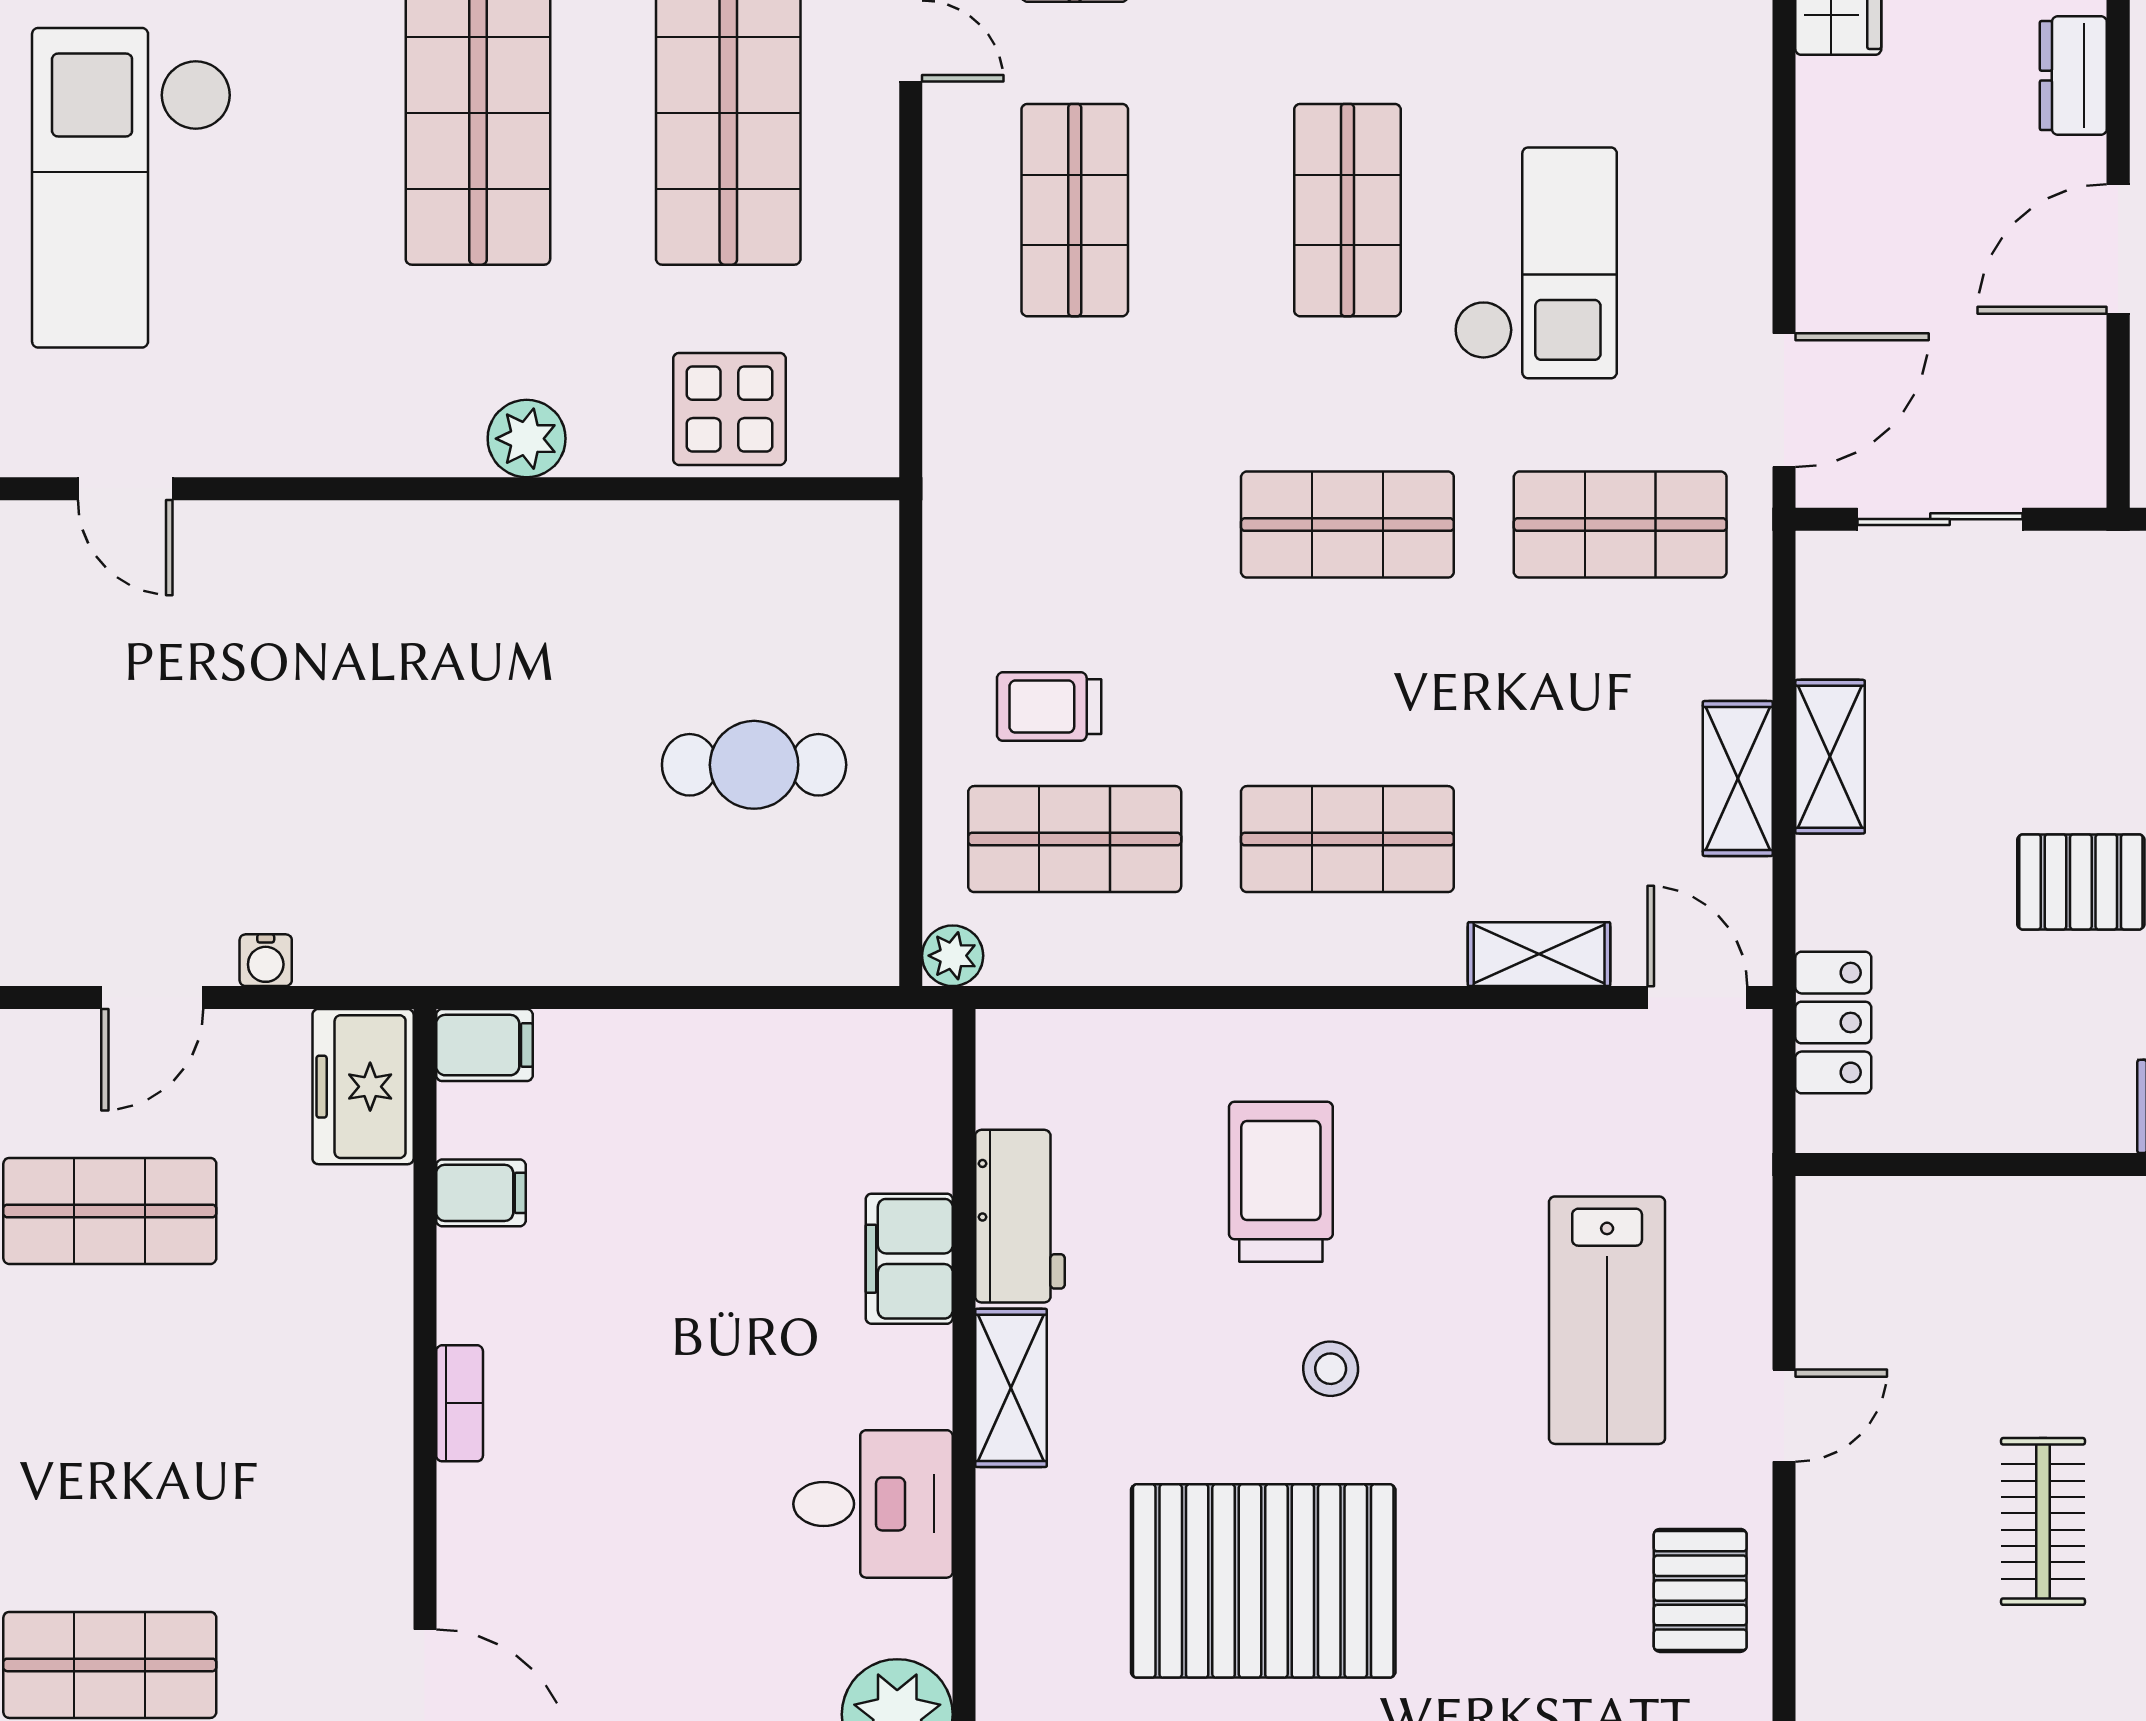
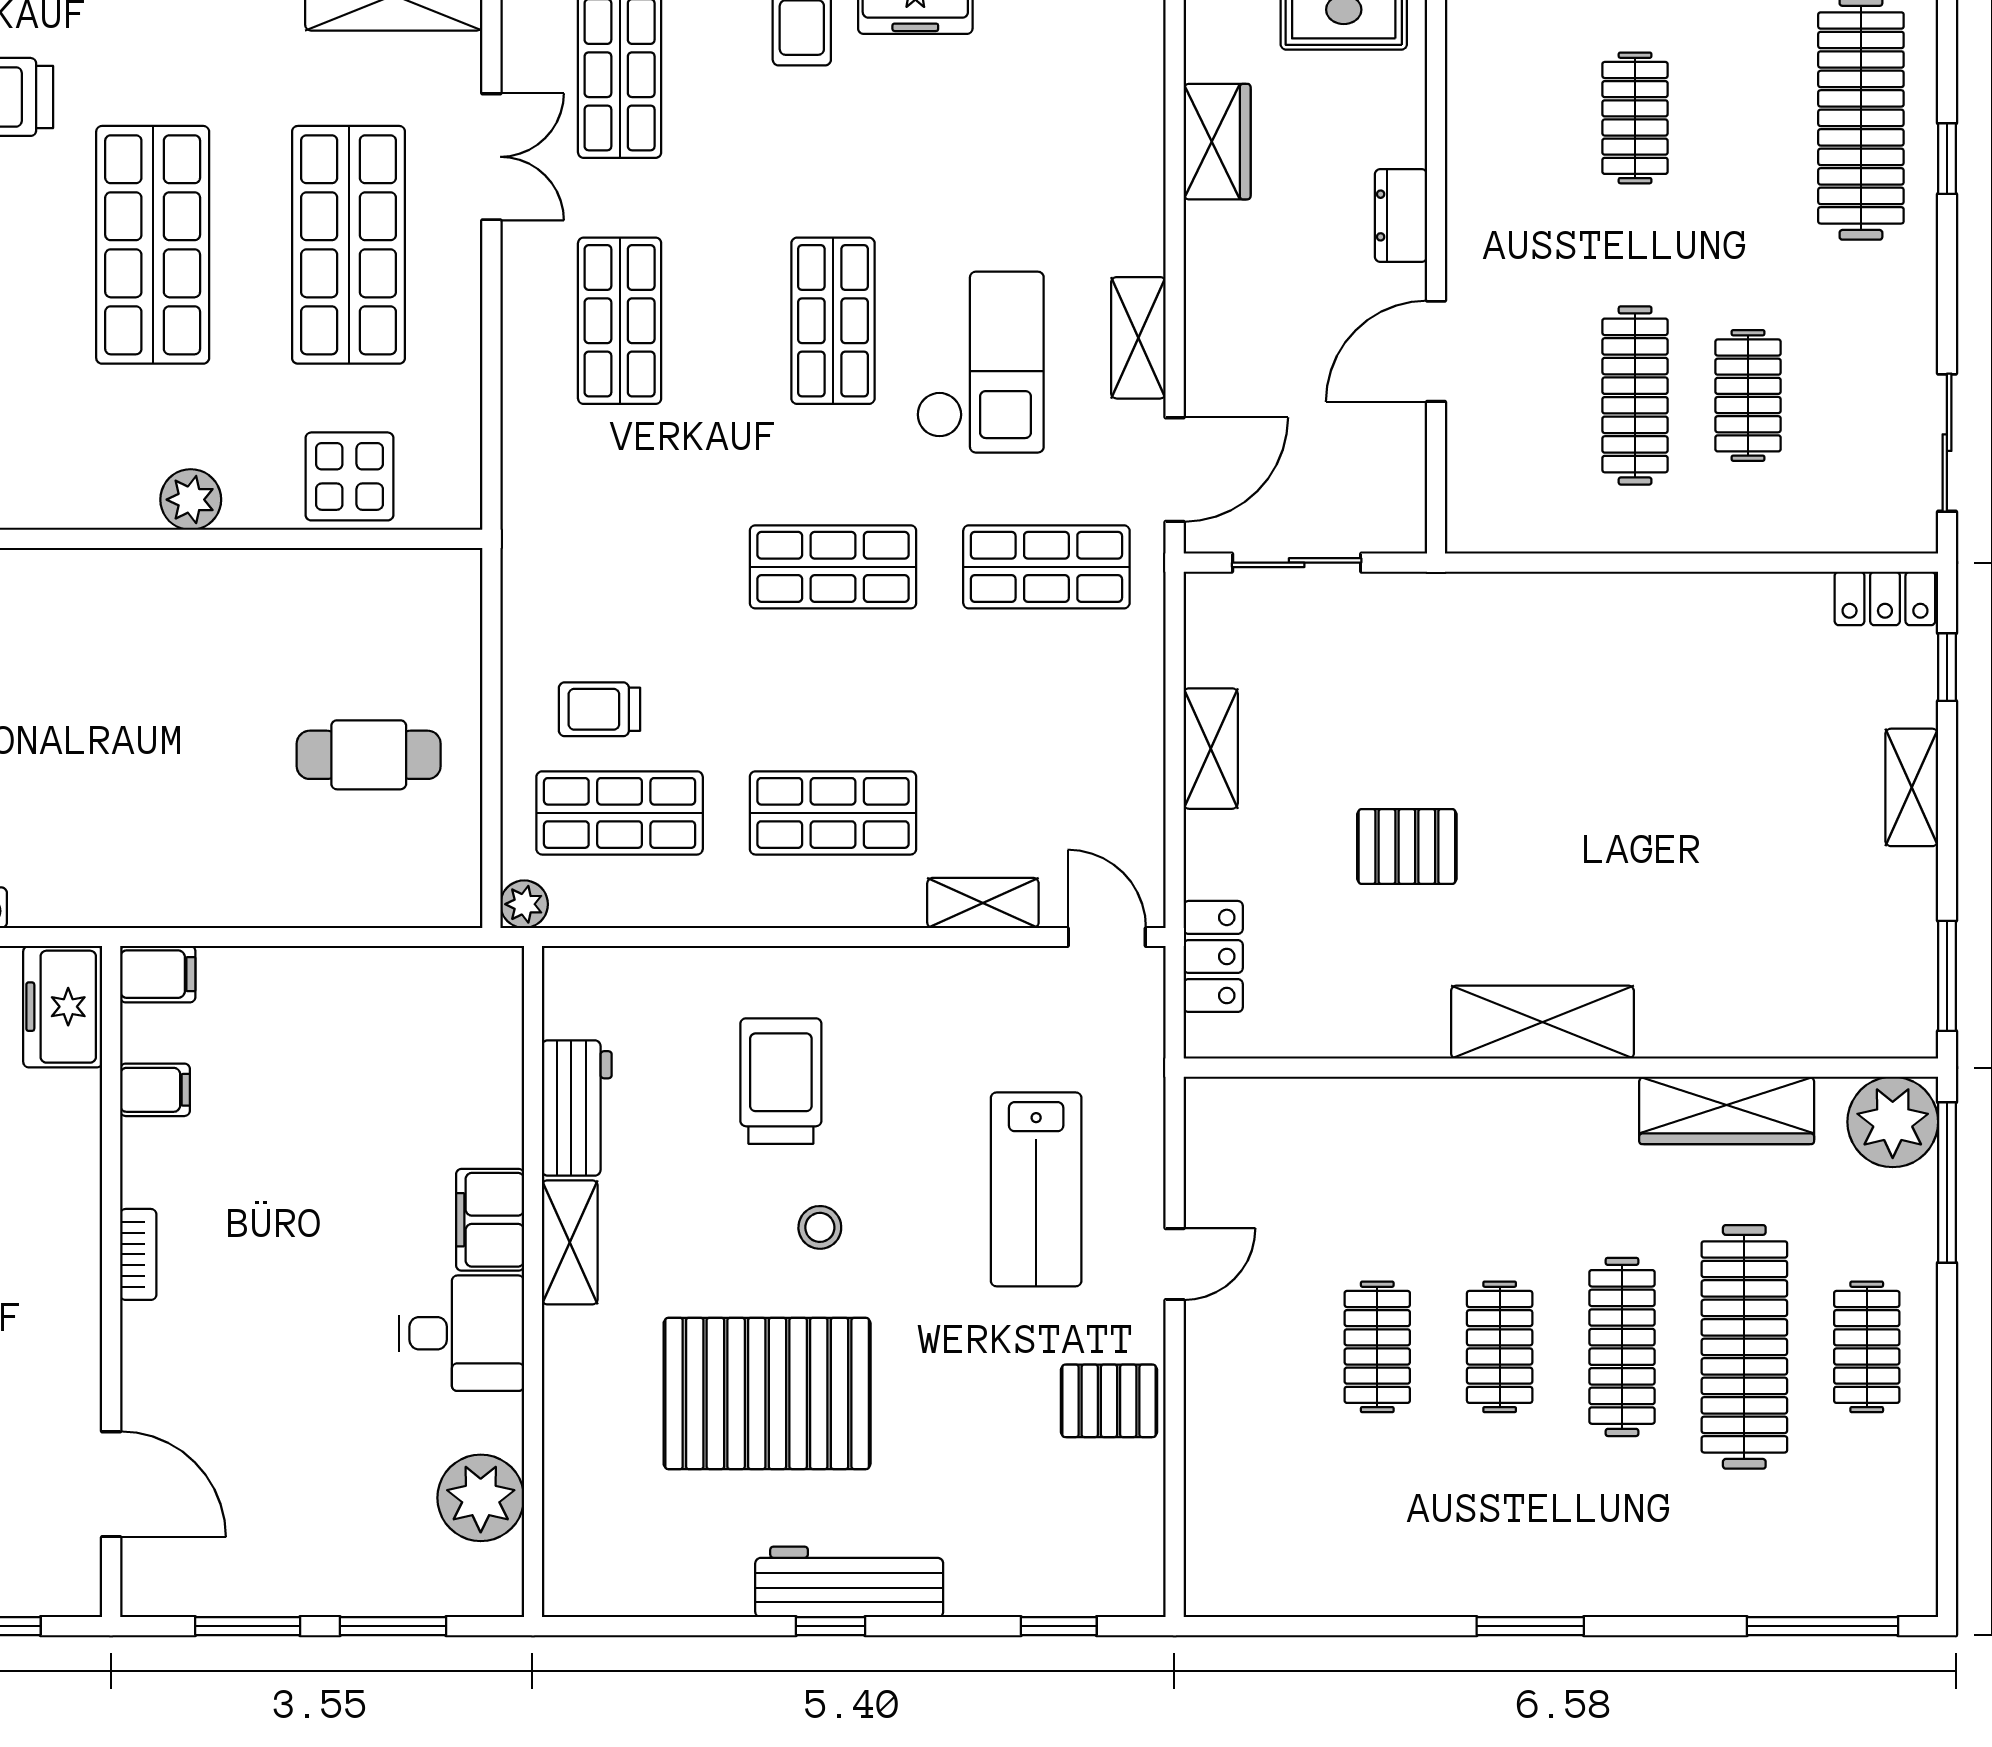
shelving: (1738, 779) -> (1138, 338), moved
filing cabinet: (909, 1259) -> (490, 1220), moved
pallet: (1700, 1590) -> (1109, 1401), turned 90

